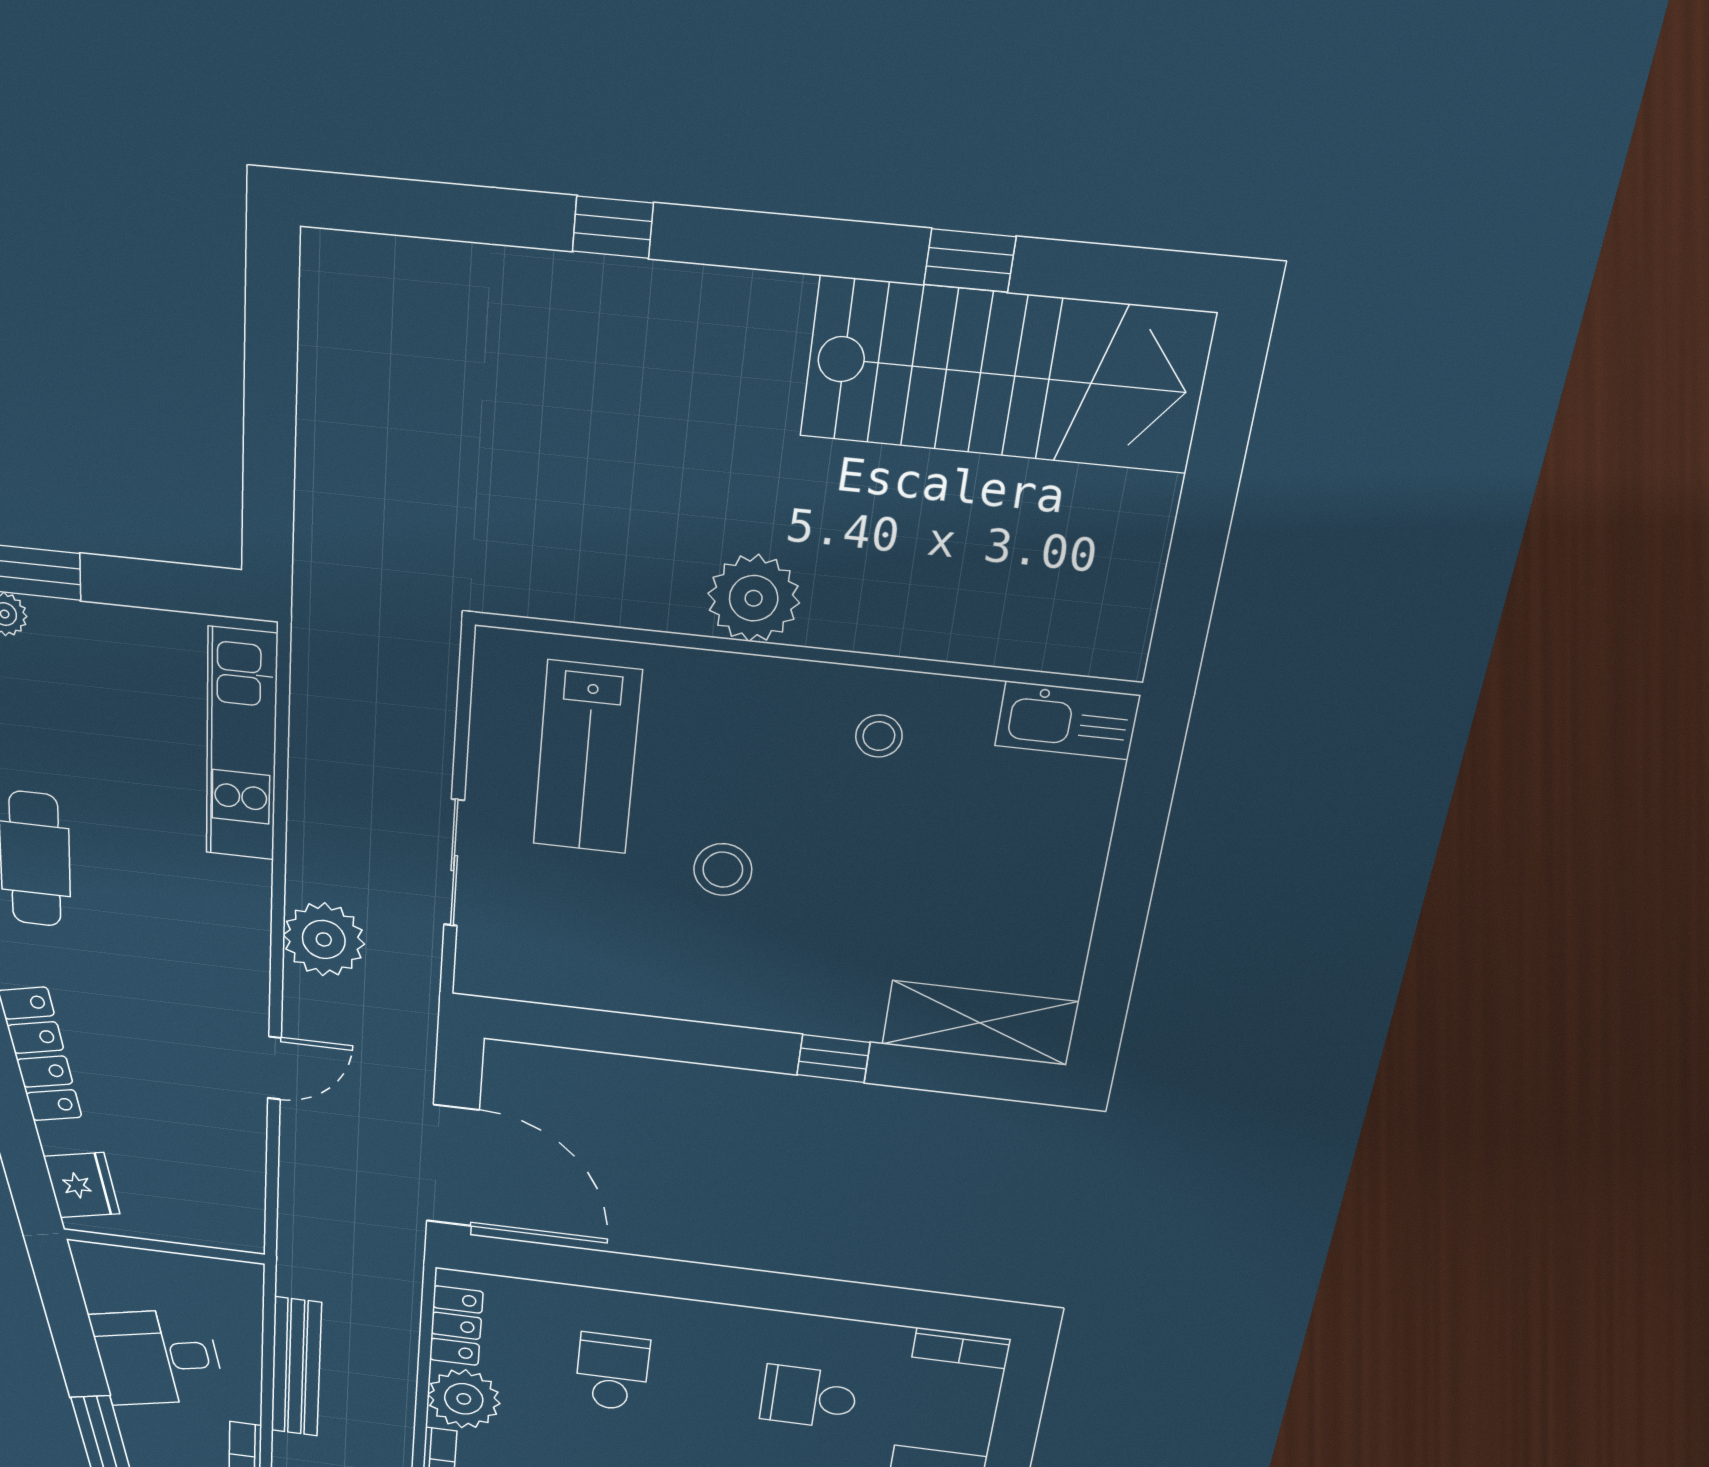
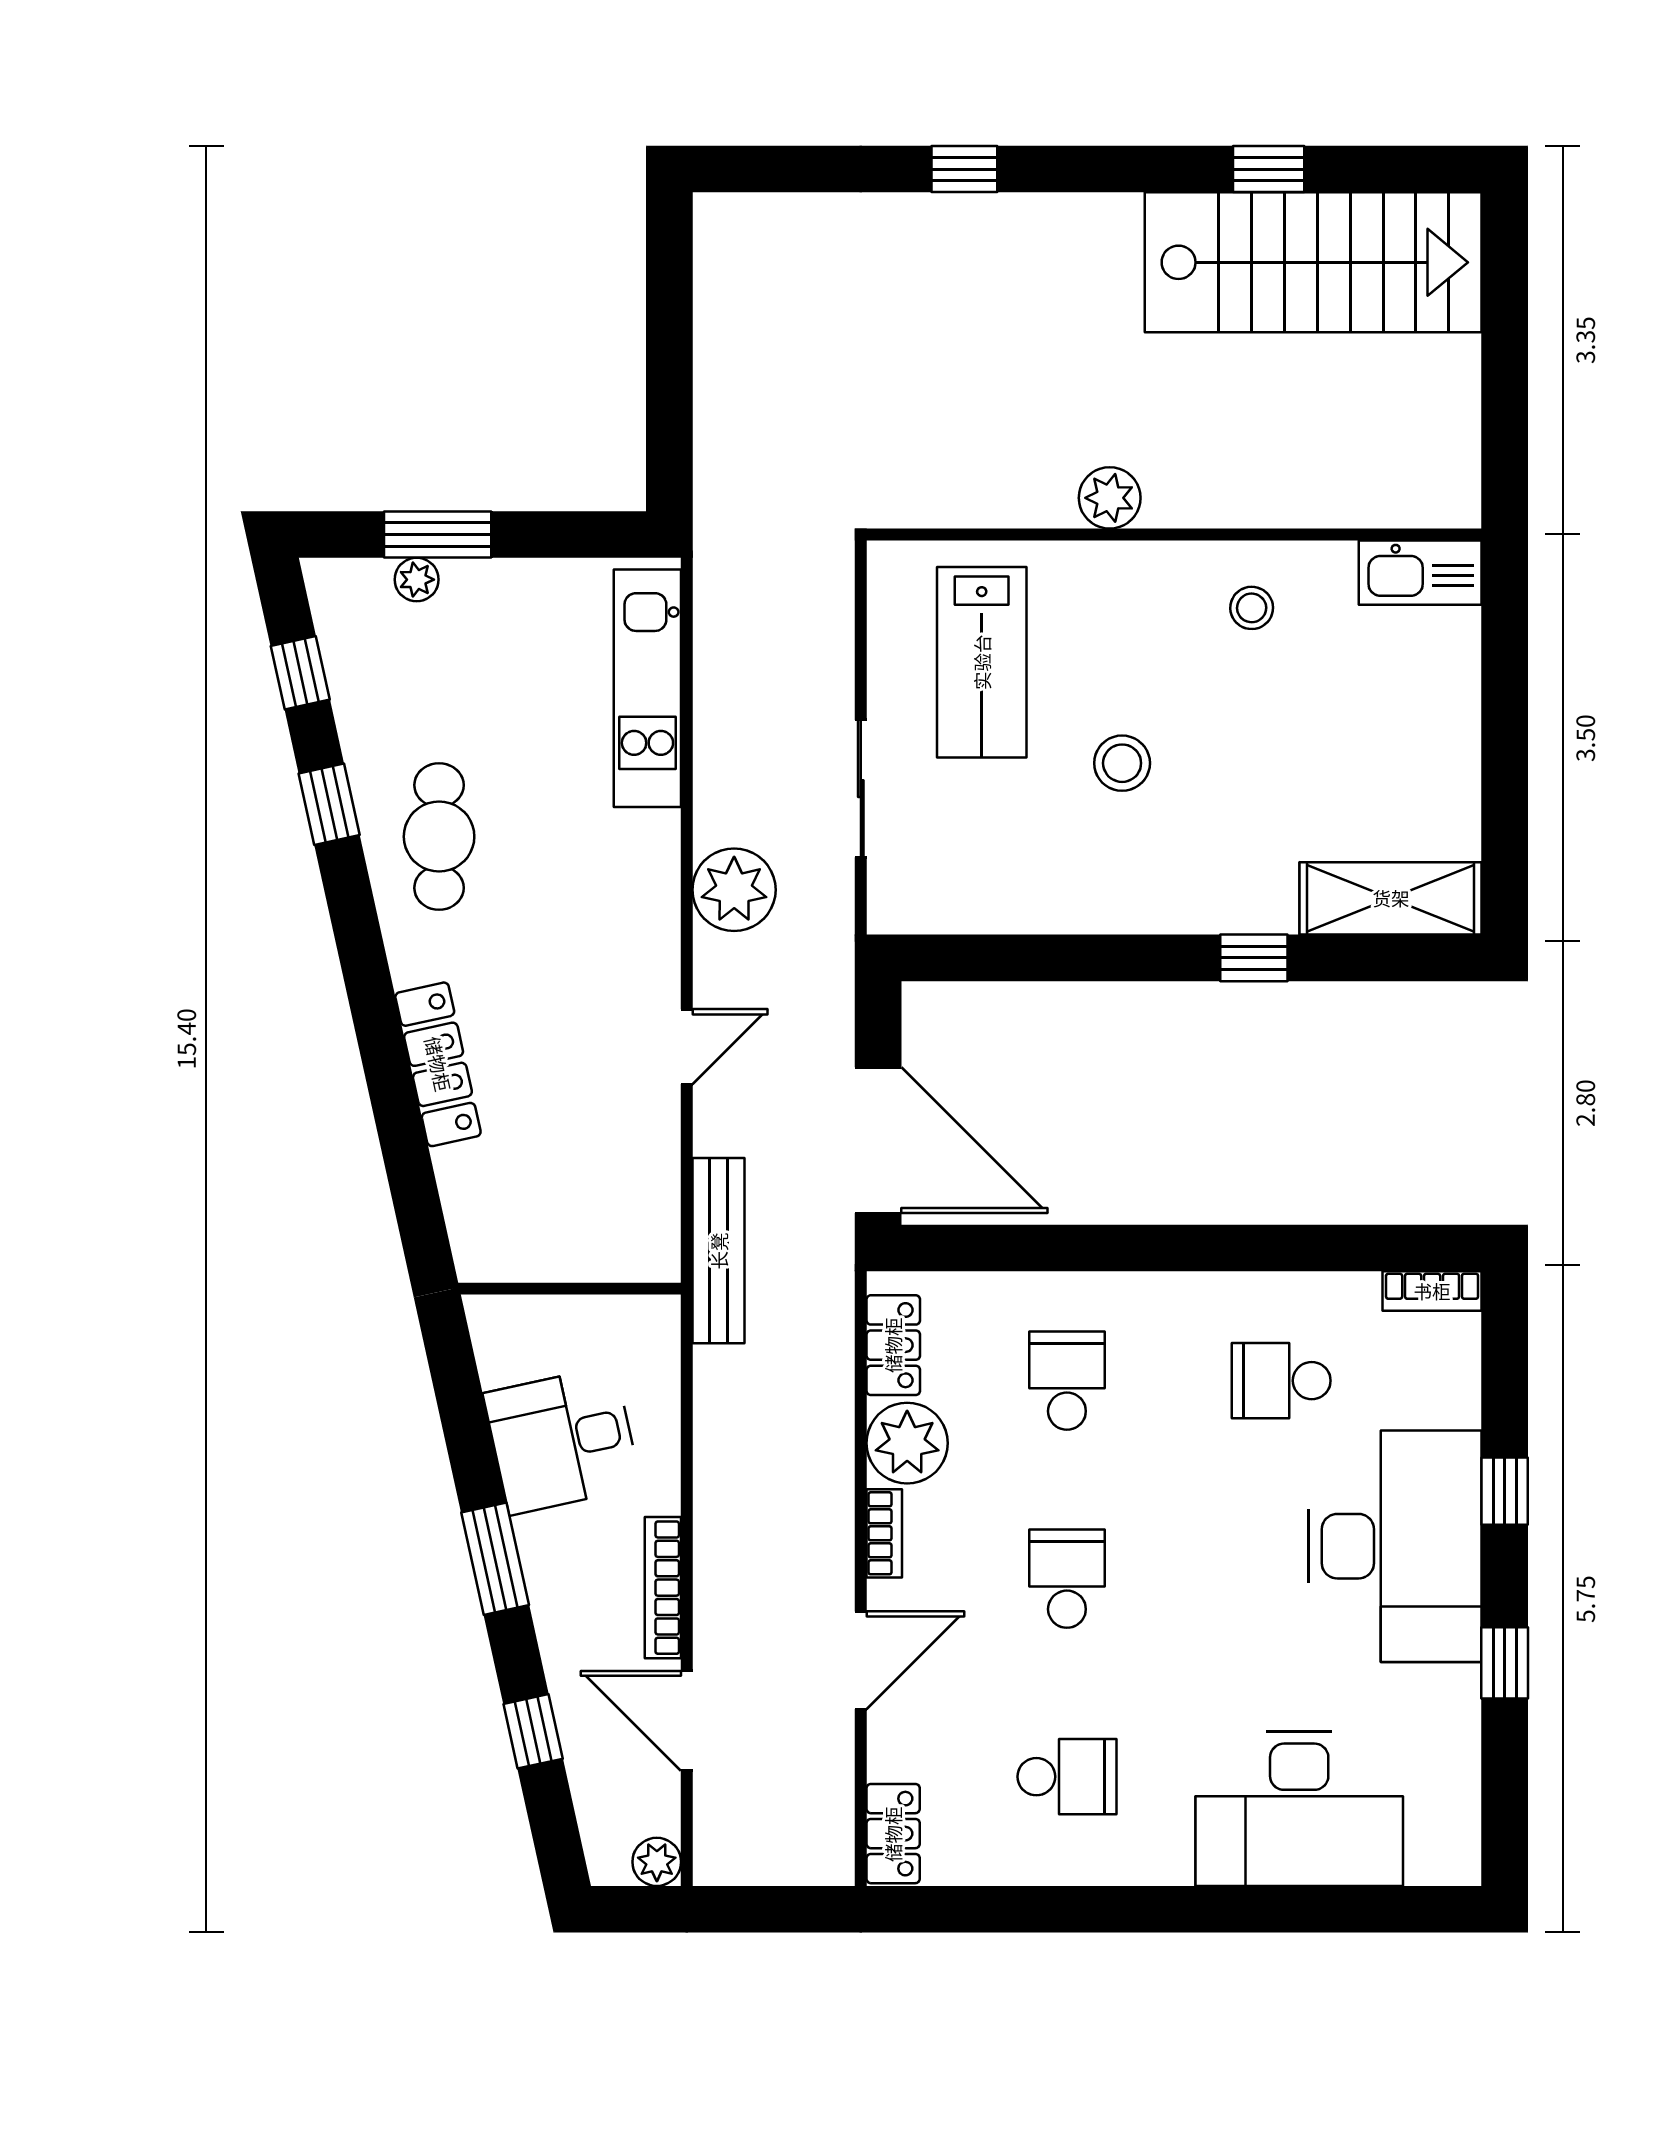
plant: (754, 598) -> (1110, 498), width x0.73, depth x0.73
fridge: (82, 1185) -> (479, 1222), removed
bench: (296, 1367) -> (719, 1251), moved

